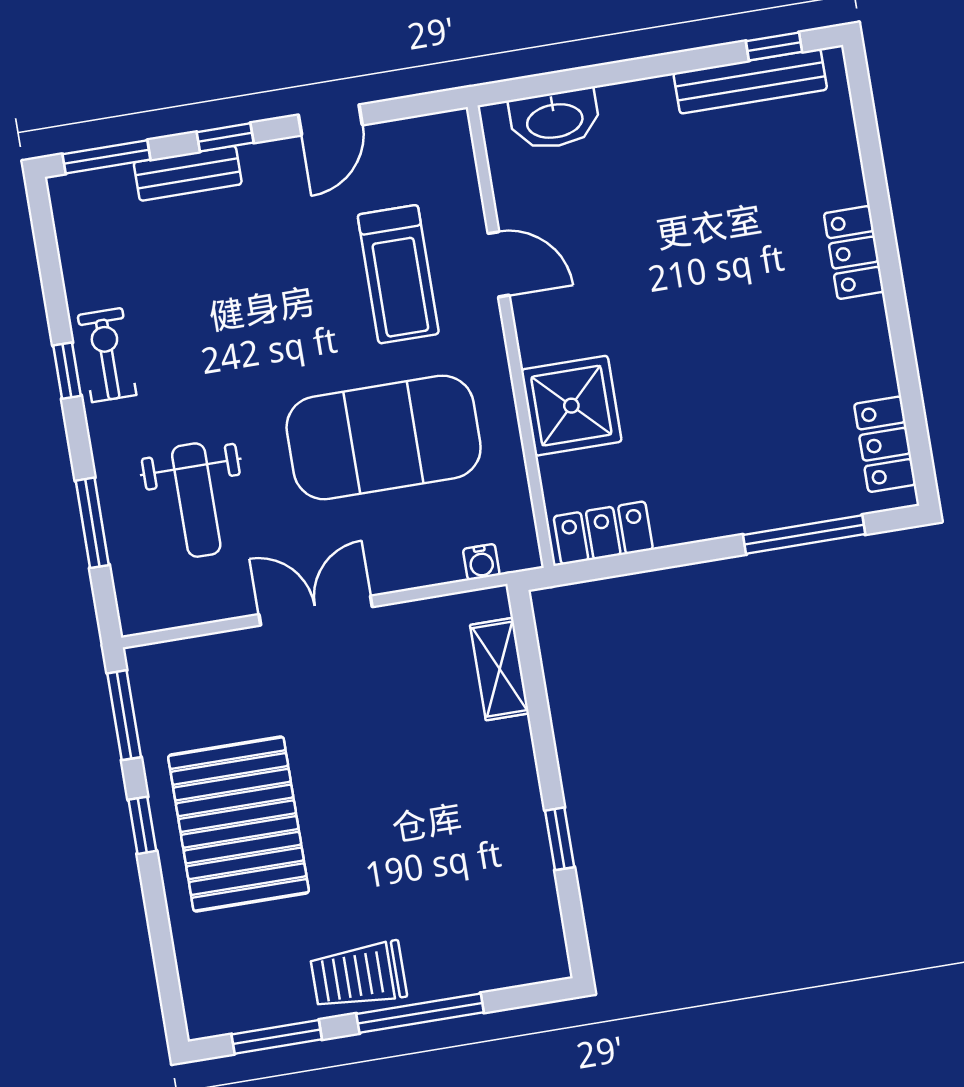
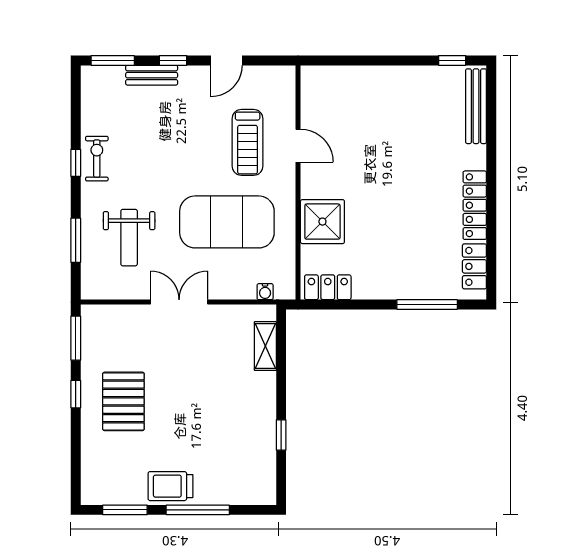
bench: (750, 81) -> (476, 106), moved, turned 90
washbasin: (555, 119) -> (338, 79), removed
locker: (854, 253) -> (475, 205), moved, width x1.53
pallet: (239, 824) -> (123, 401), width x0.73, depth x0.71

